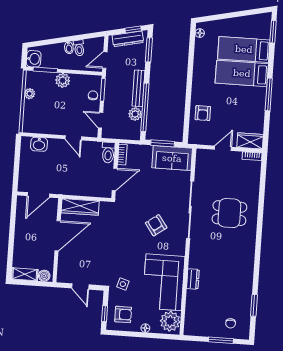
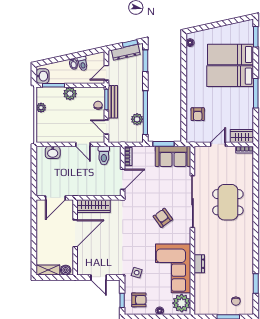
bench: (138, 88) -> (113, 102), moved
toilet: (108, 153) -> (104, 155), moved
dining table: (229, 213) -> (228, 202), width x1.38

